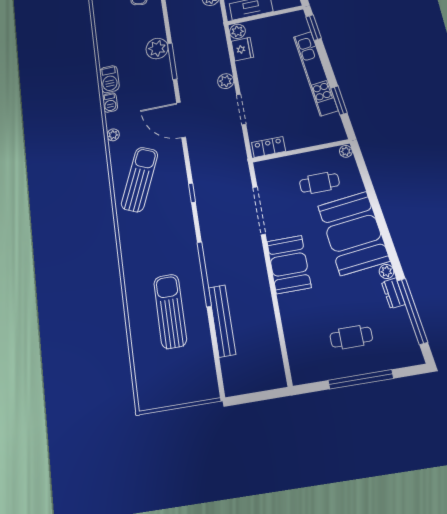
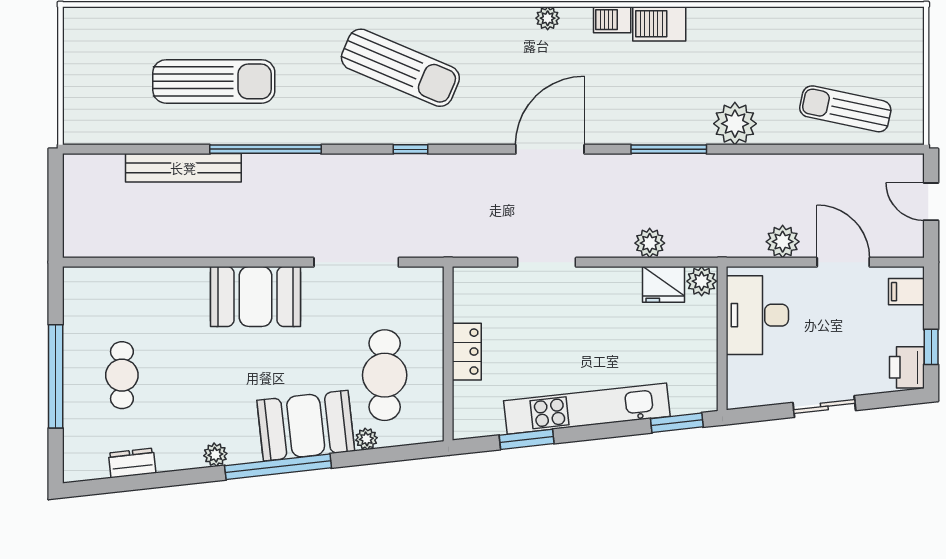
plant: (157, 49) -> (735, 124), moved
plant: (226, 81) -> (650, 243), moved
locker: (268, 147) -> (467, 352), moved
plant: (346, 151) -> (366, 439), moved
sun lounger: (140, 179) -> (400, 68), moved
cafe table: (319, 183) -> (385, 375), width x1.37, depth x1.35
booth: (354, 233) -> (306, 426), width x0.73, depth x0.70
dresser: (393, 293) -> (132, 463), moved
window: (412, 311) -> (278, 467), moved

